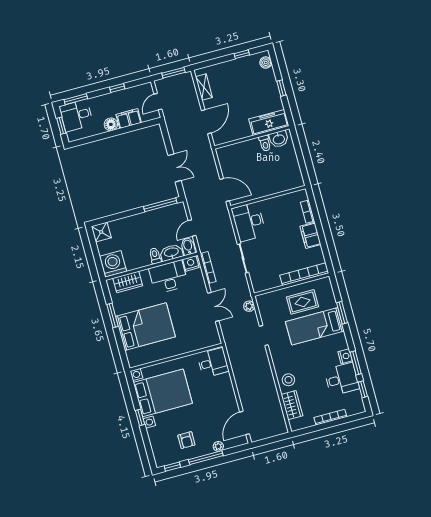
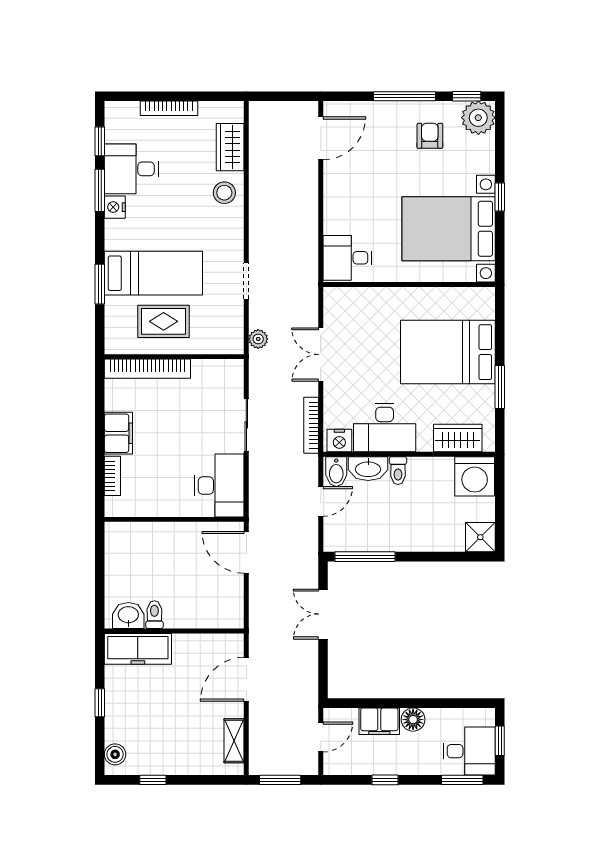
plant: (218, 446) -> (478, 118), moved, width x1.88, depth x1.88

